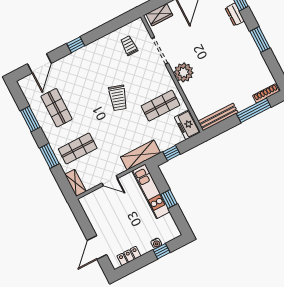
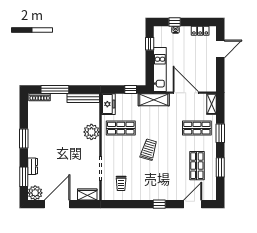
plant: (184, 72) -> (91, 132), moved
door: (110, 181) -> (186, 93), width x1.88
window: (169, 199) -> (150, 44), moved

